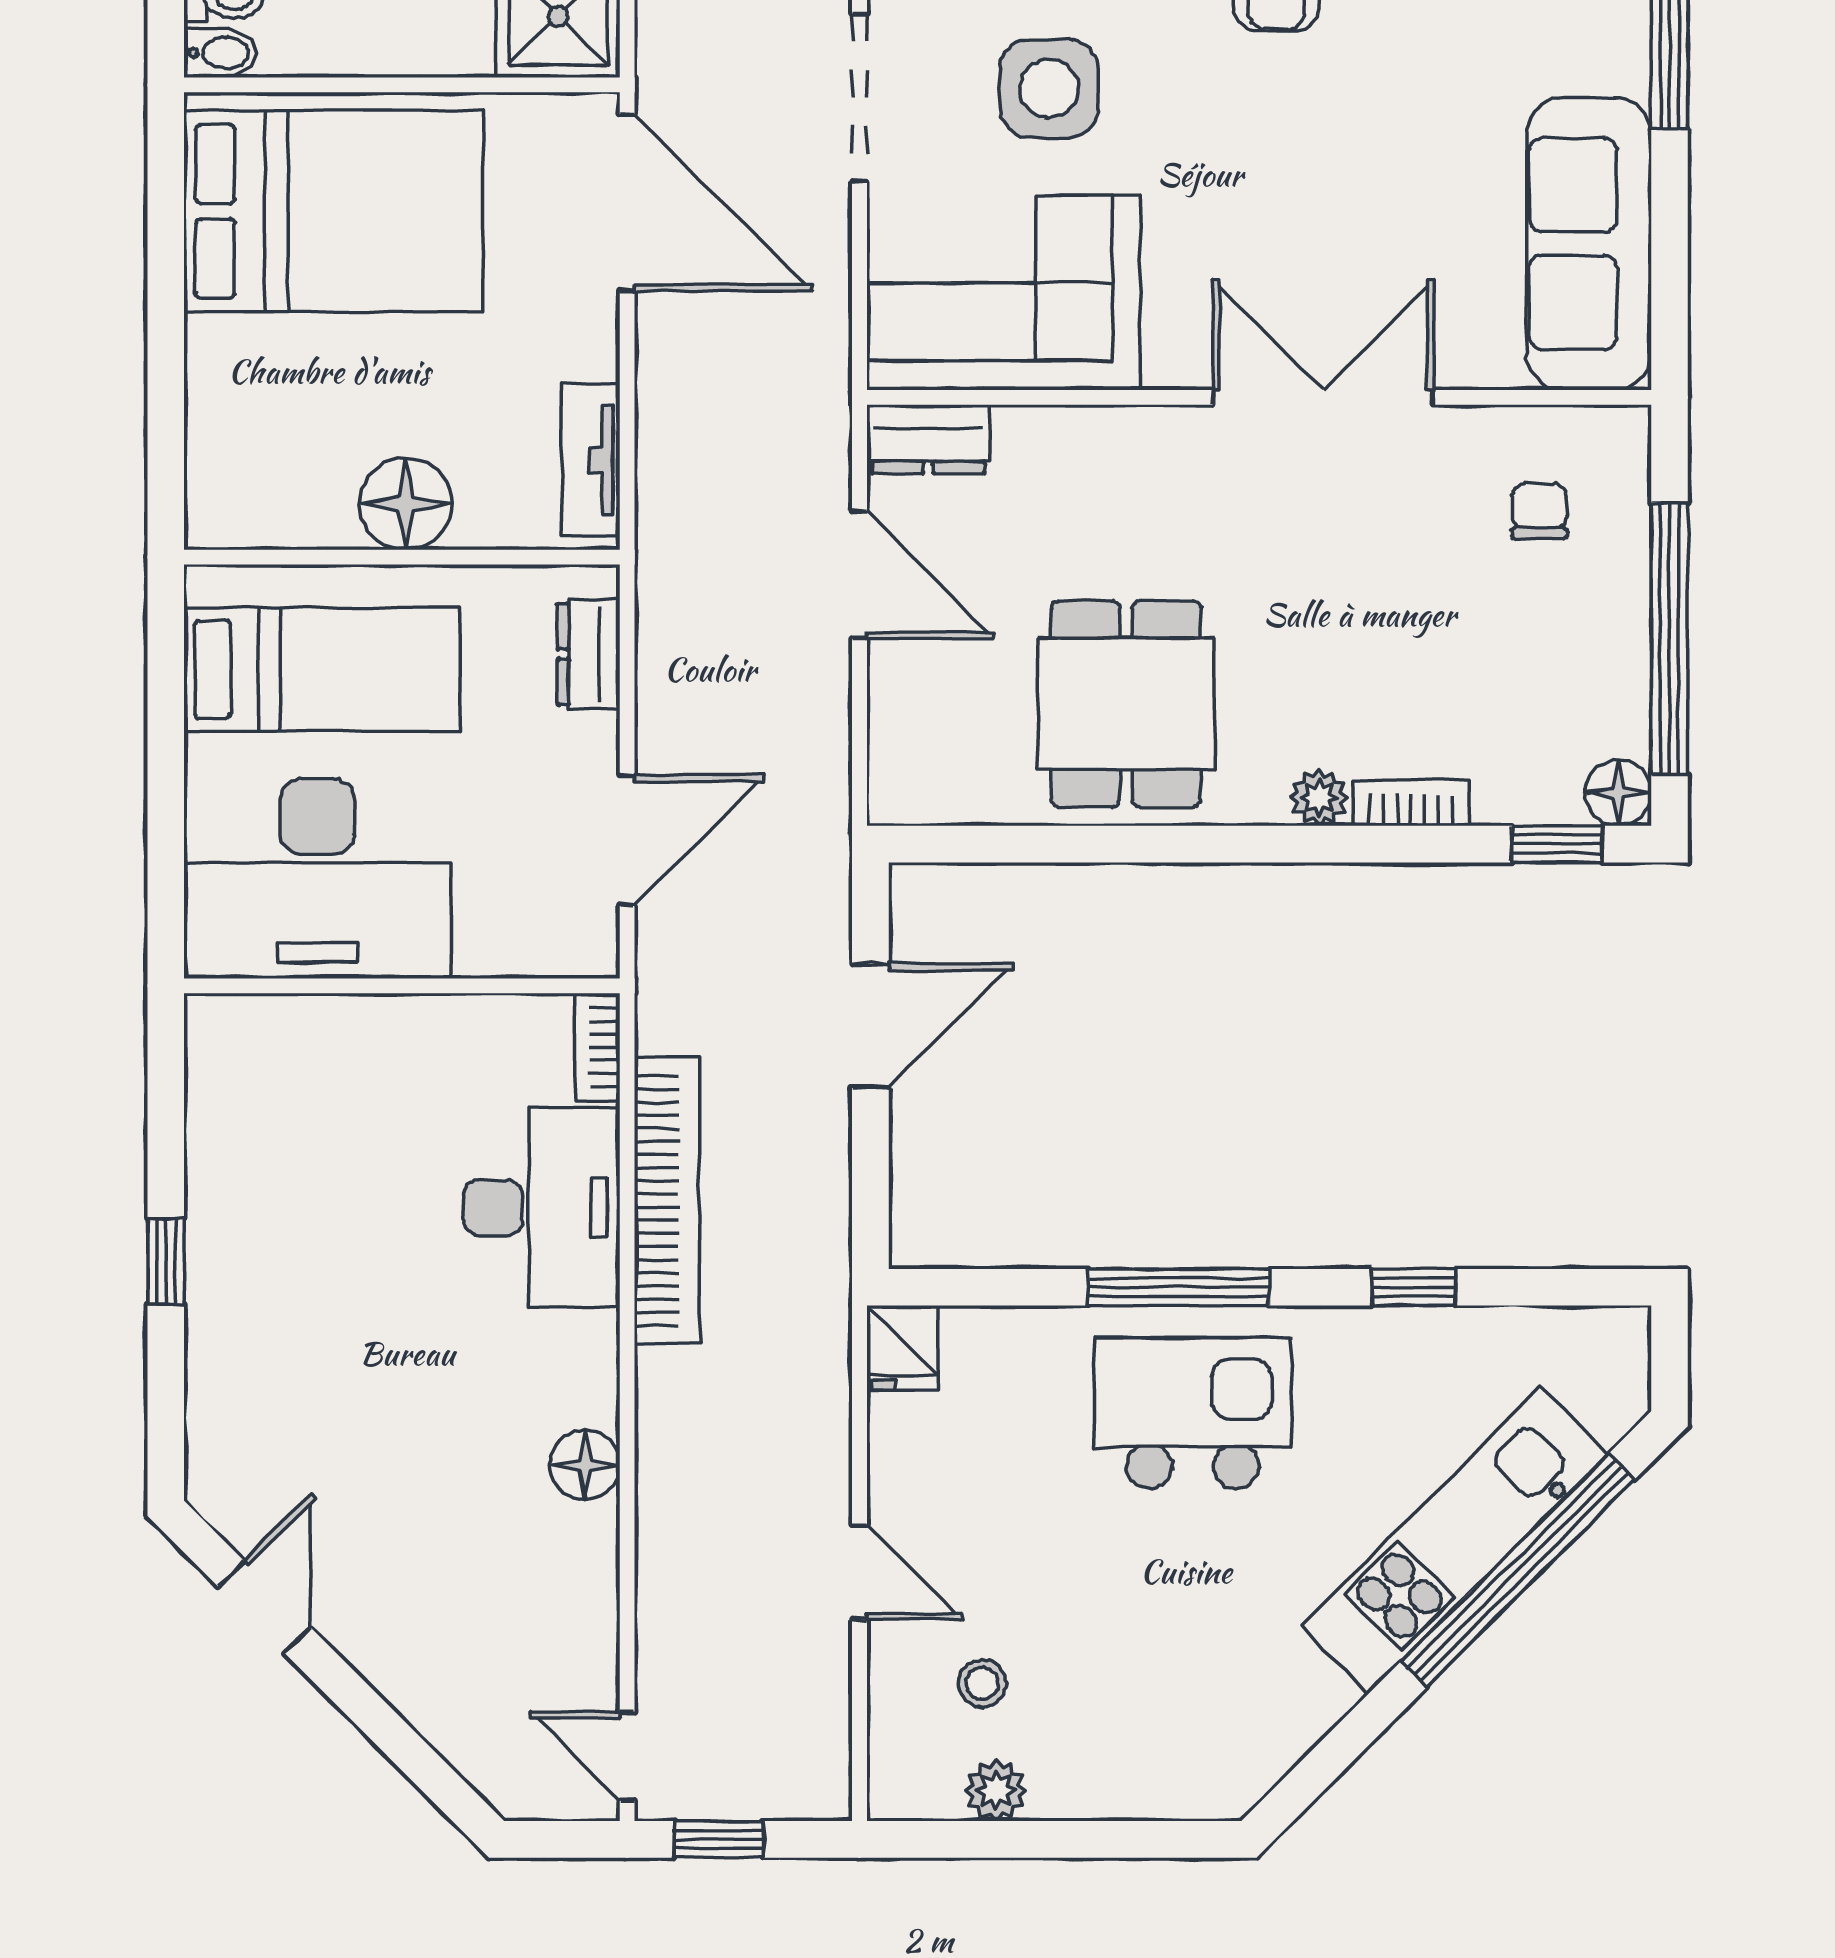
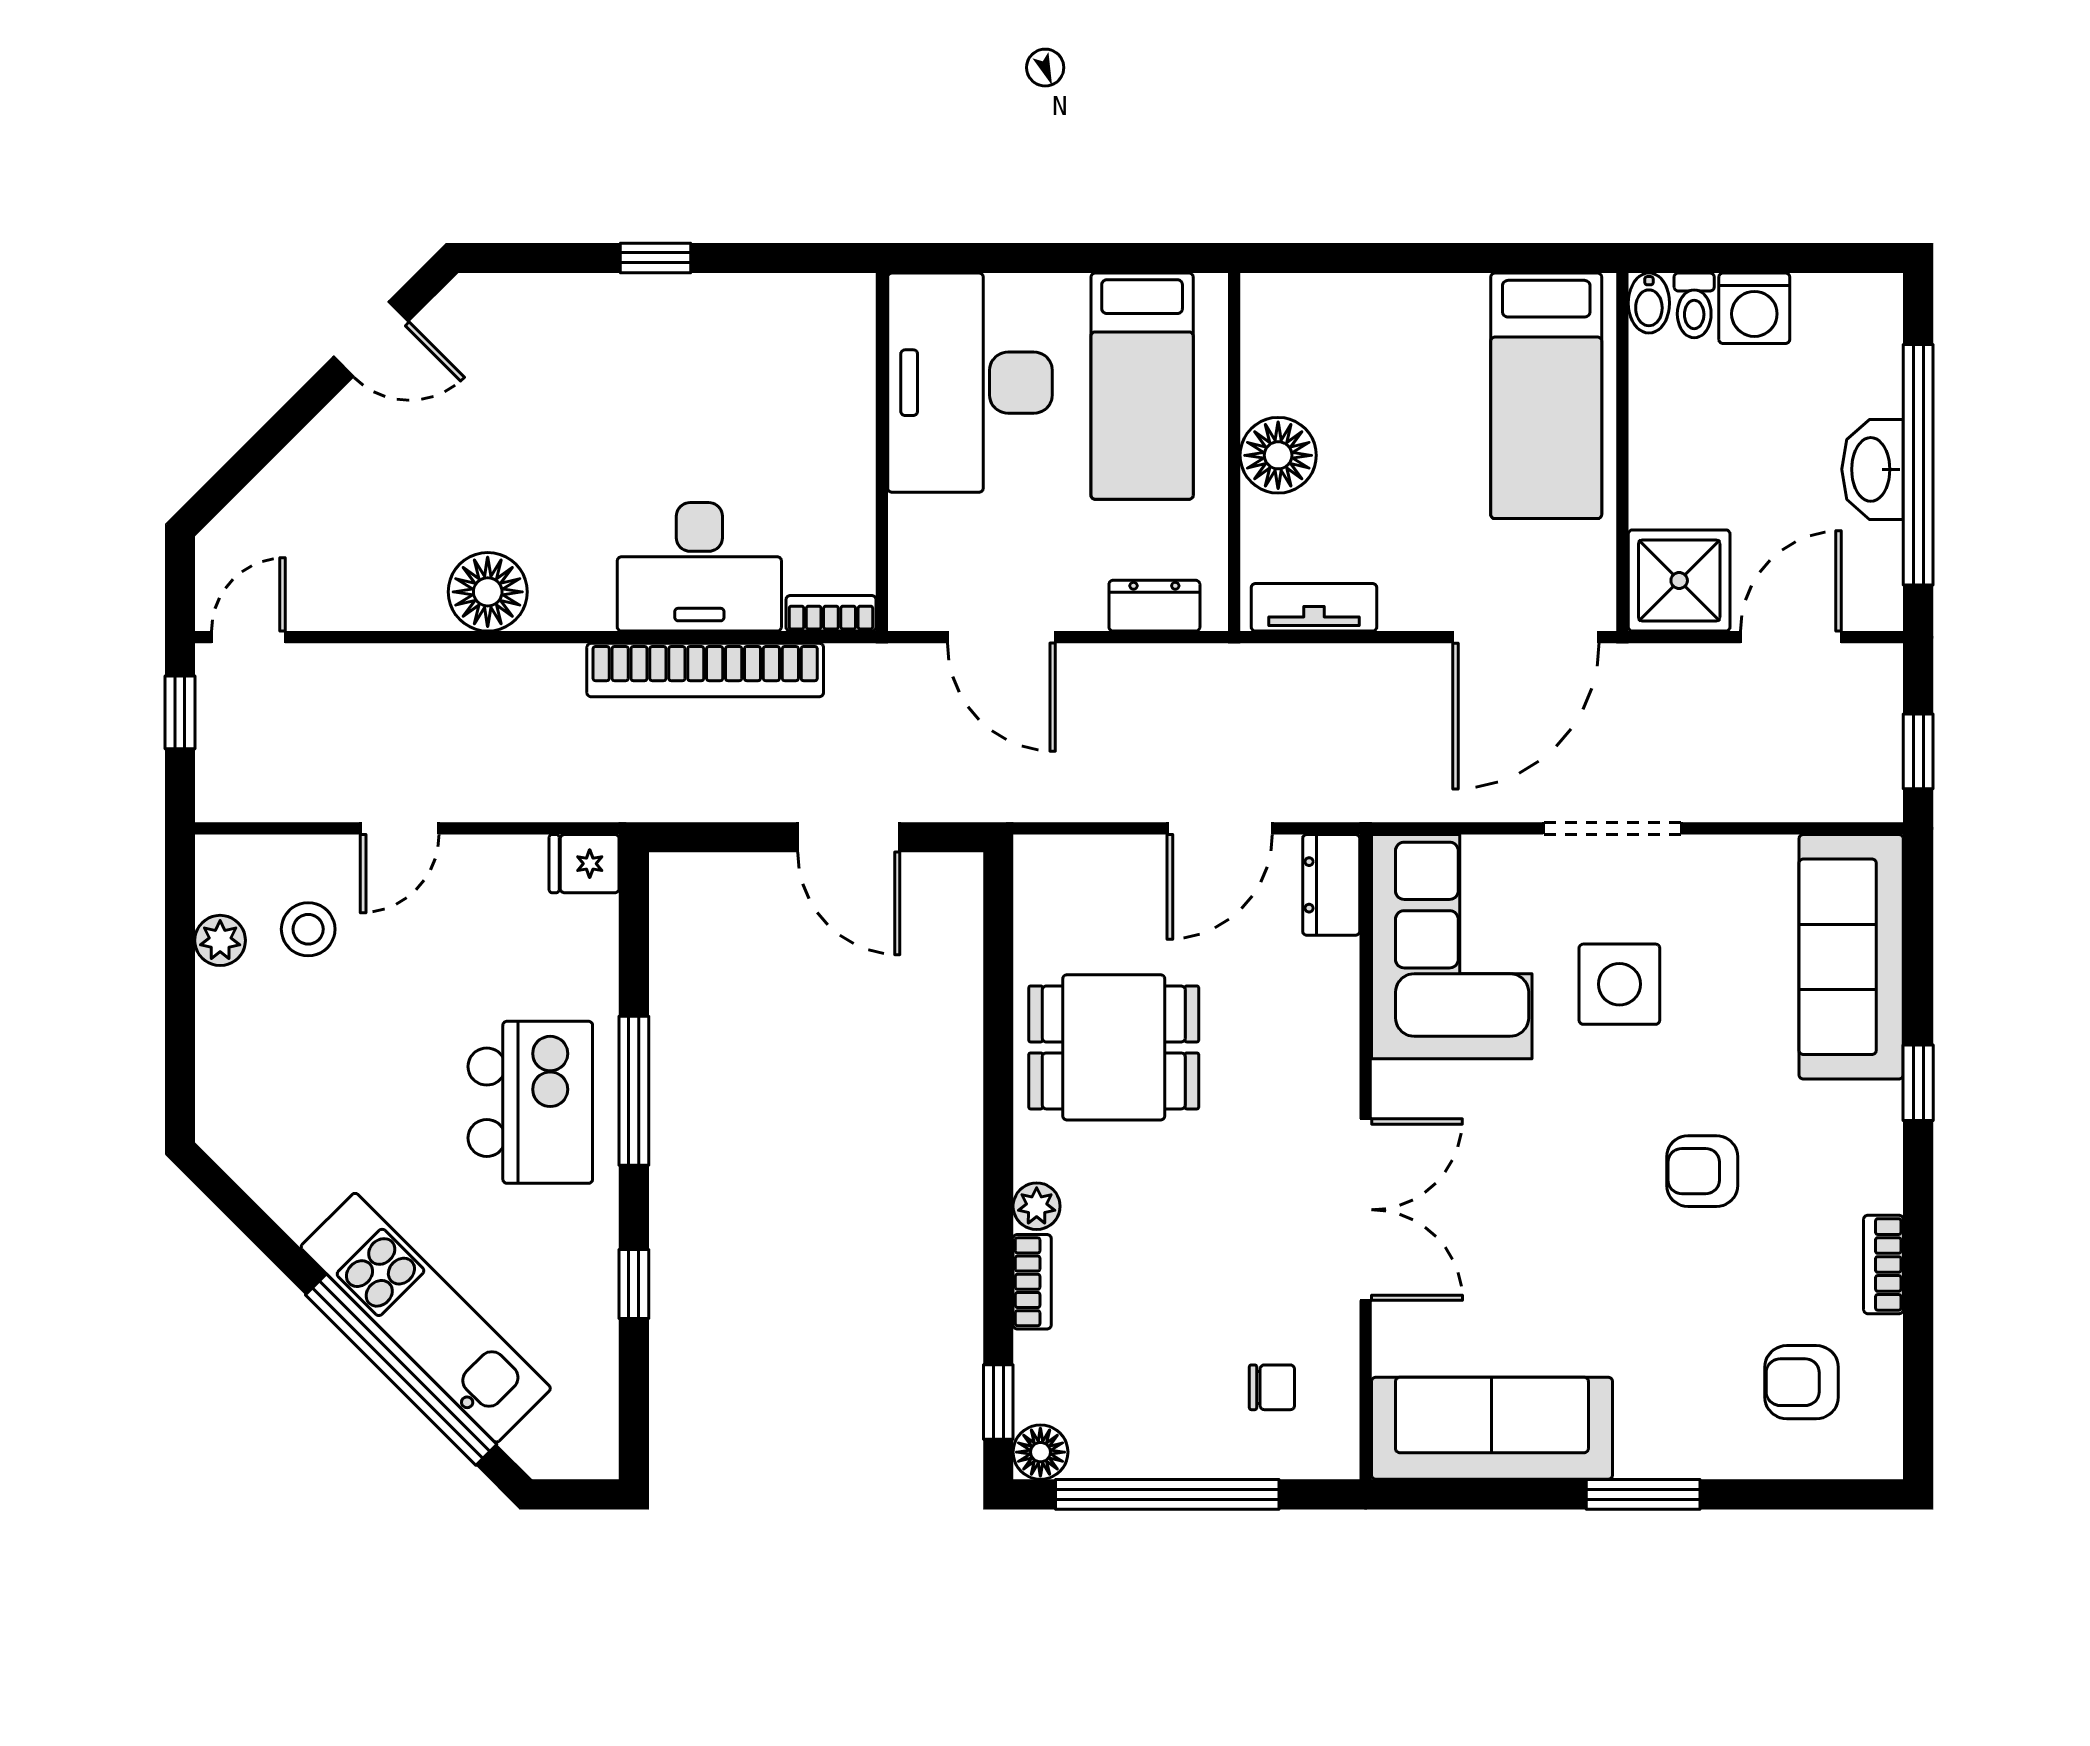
bed: (333, 211) -> (1546, 396), width x0.67
floor lamp: (585, 1465) -> (488, 592), width x1.38, depth x1.38
stool: (982, 1683) -> (308, 929), width x1.37, depth x1.37

